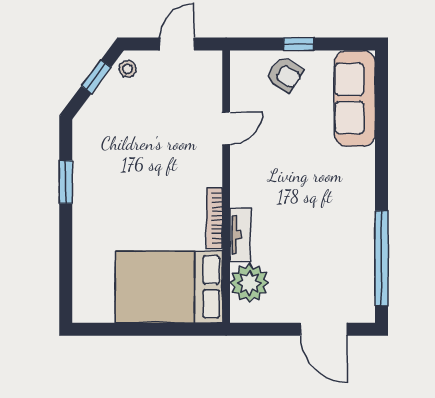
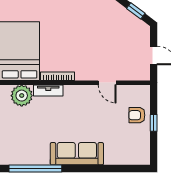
stool: (128, 69) -> (140, 28), removed
armchair: (285, 74) -> (137, 115), turned 58
sofa: (355, 98) -> (77, 154), moved

